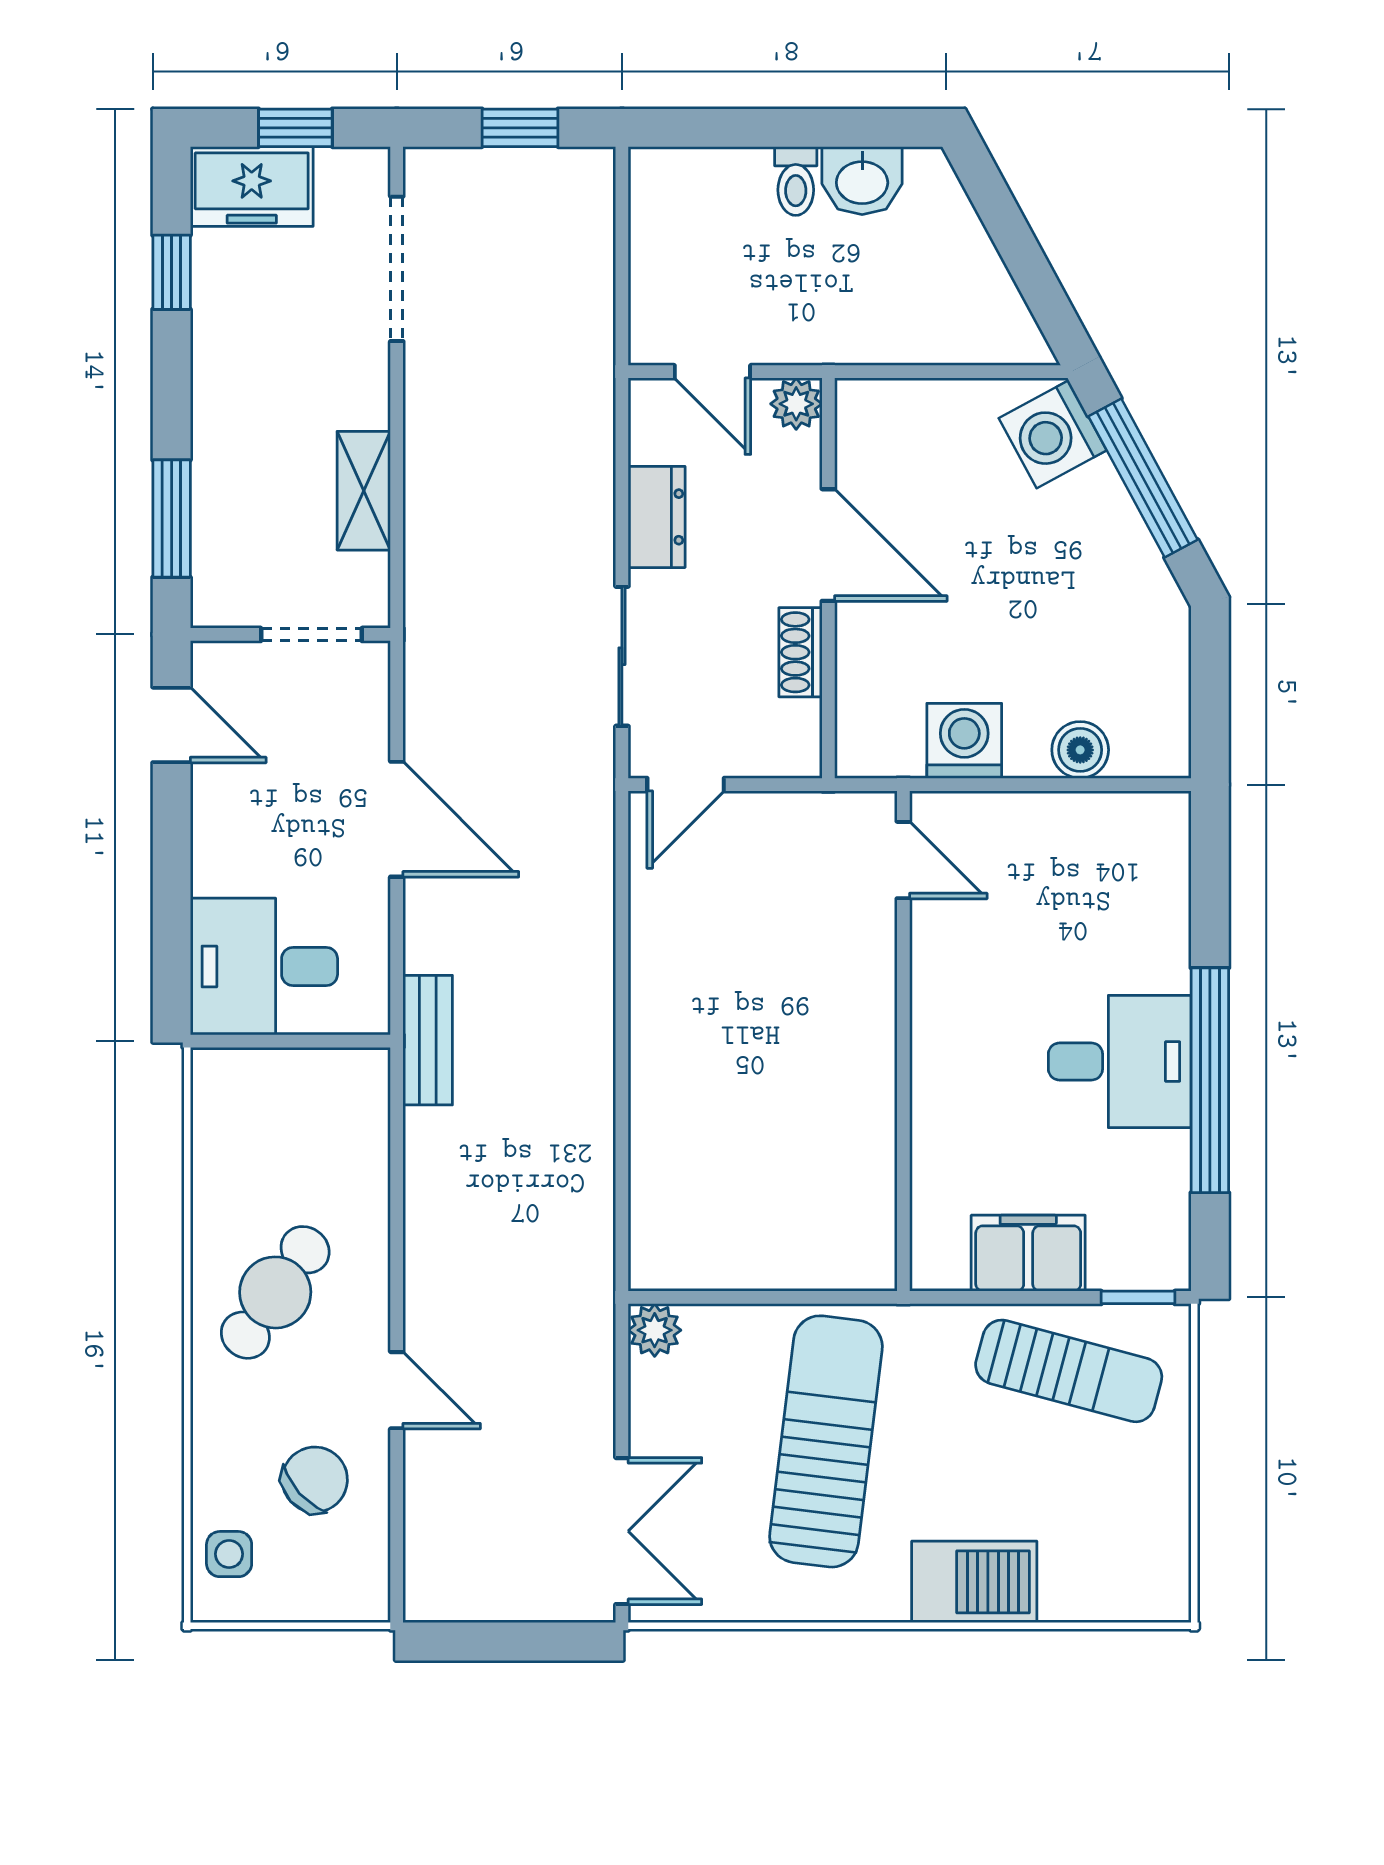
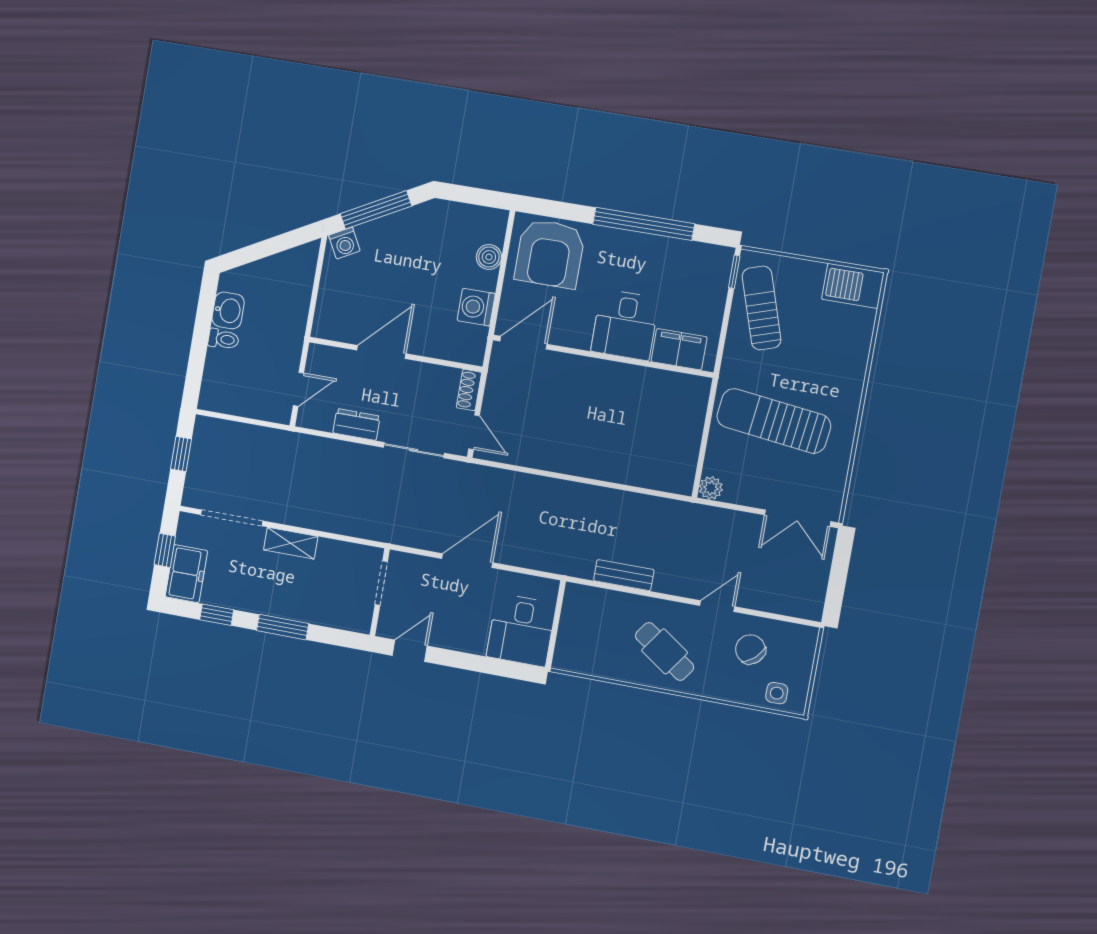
plant: (796, 404) -> (318, 355), removed
washing machine: (1053, 434) -> (344, 243), width x0.73, depth x0.73
shelving: (364, 491) -> (291, 543), moved
window: (172, 519) -> (283, 627), moved
shoe rack: (800, 652) -> (469, 390), moved, turned 90
door: (903, 860) -> (523, 343), width x1.38
armchair: (1110, 884) -> (550, 254), added
bench: (428, 1040) -> (624, 575), moved
desk: (1120, 1062) -> (625, 325), moved, turned 180
filing cabinet: (1028, 1253) -> (679, 349), moved, turned 90
sun lounger: (1069, 1371) -> (762, 308), turned -33
double door: (622, 1531) -> (798, 518), swing flipped
barbecue: (974, 1582) -> (853, 286), moved, turned -90

